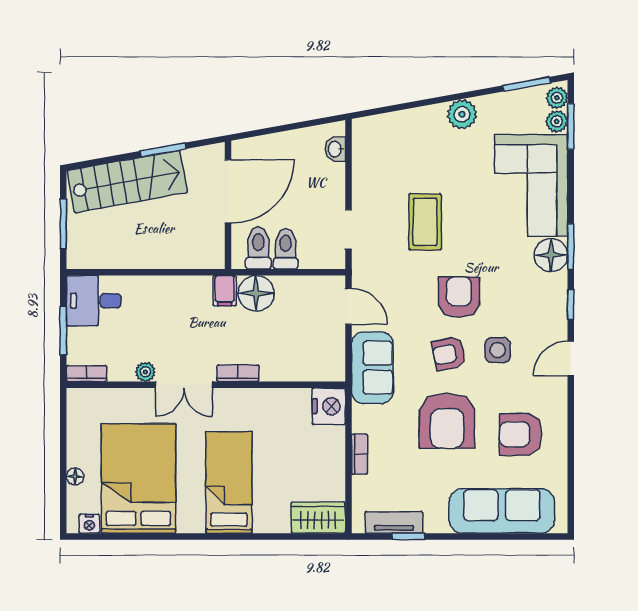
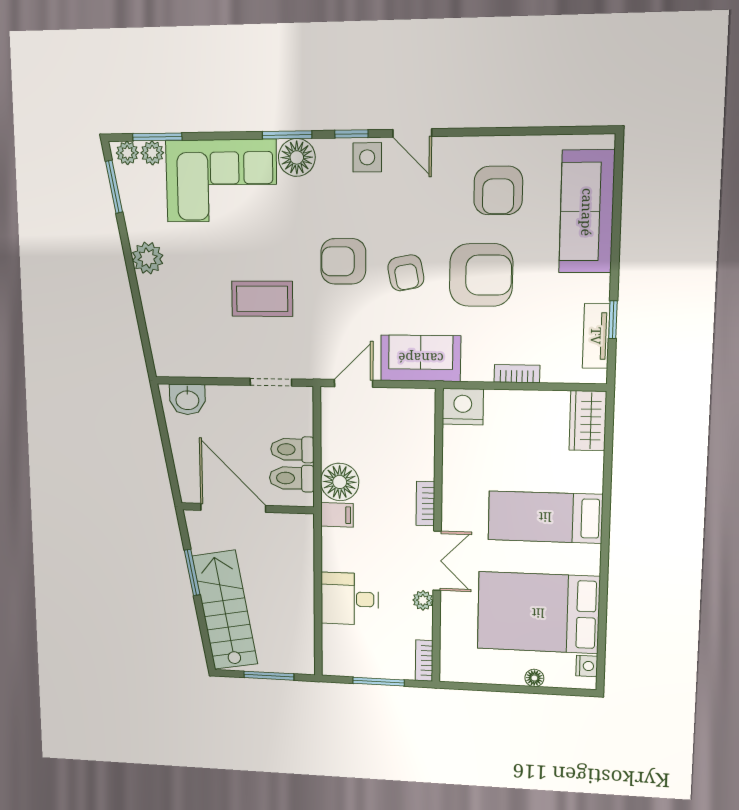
washbasin: (335, 149) -> (187, 399), width x1.38, depth x1.45
desk: (94, 301) -> (350, 599), moved, turned 90
side table: (498, 350) -> (367, 157), moved

